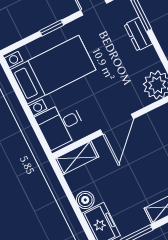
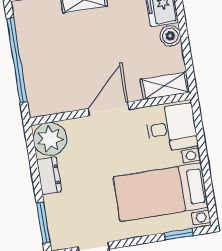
window: (52, 28) -> (179, 234), moved
dresser: (138, 34) -> (49, 176), moved

